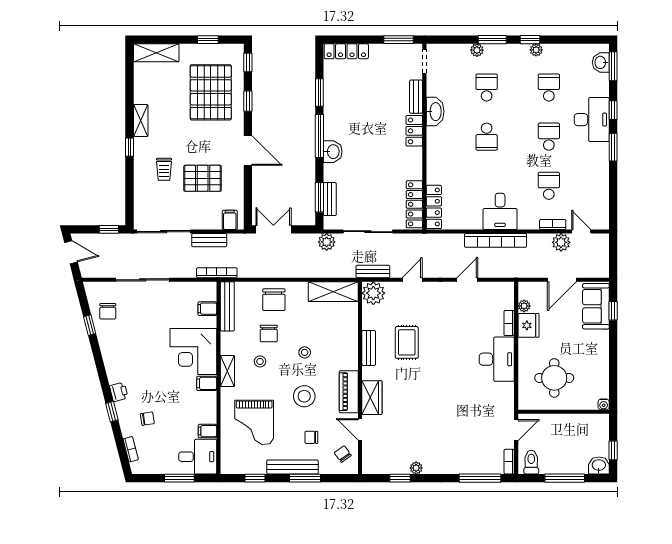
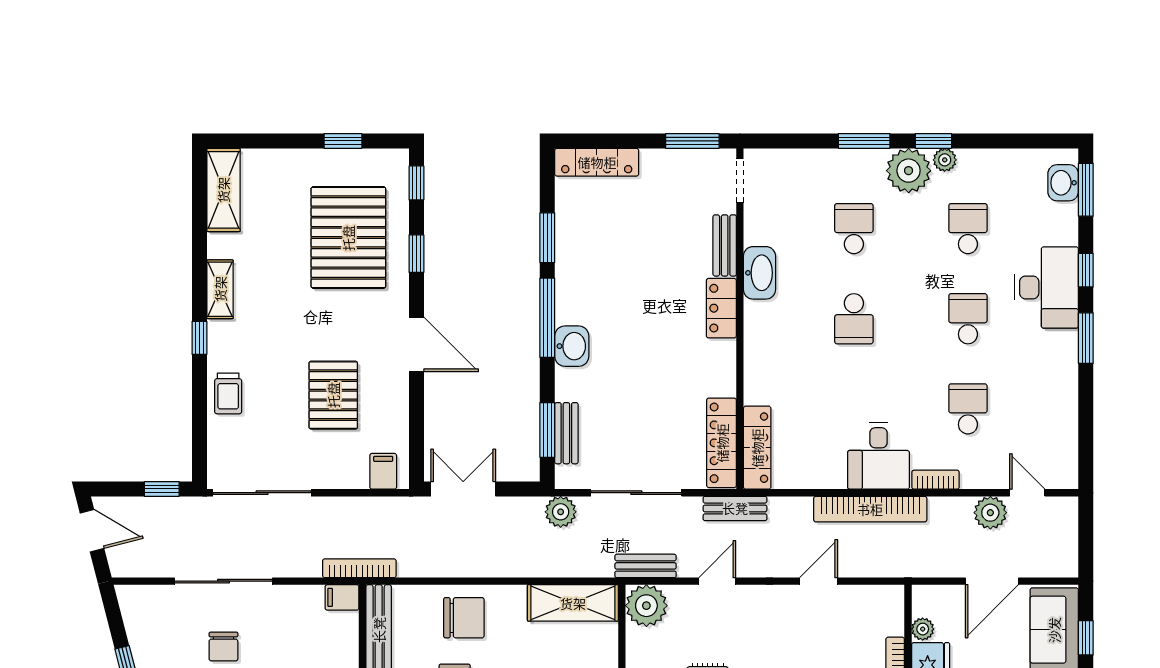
plant: (477, 50) -> (909, 171), moved, width x1.87, depth x1.87
shelving: (156, 53) -> (223, 190), moved, turned 90
trolley: (164, 169) -> (228, 393), moved
pallet: (203, 178) -> (333, 395), turned 90
bookcase: (553, 224) -> (936, 480), moved
bench: (209, 240) -> (735, 508), moved
chair: (274, 300) -> (464, 618), turned -90
filing cabinet: (207, 309) -> (342, 597), moved
chair: (108, 311) -> (223, 647), moved

